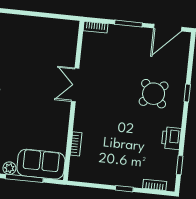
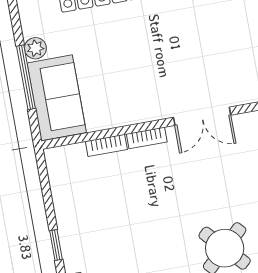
double door: (75, 85) -> (202, 116), swing flipped
bookcase: (78, 120) -> (147, 138), added

